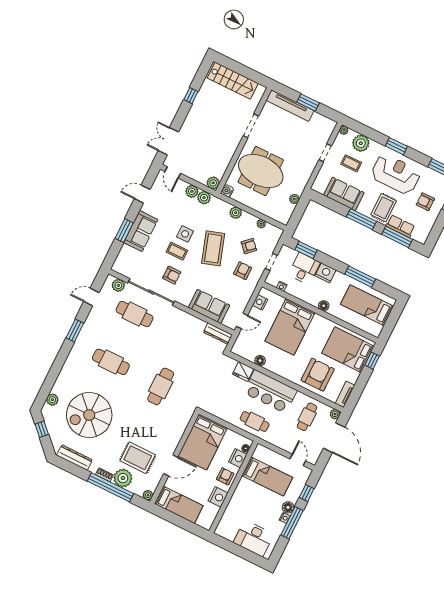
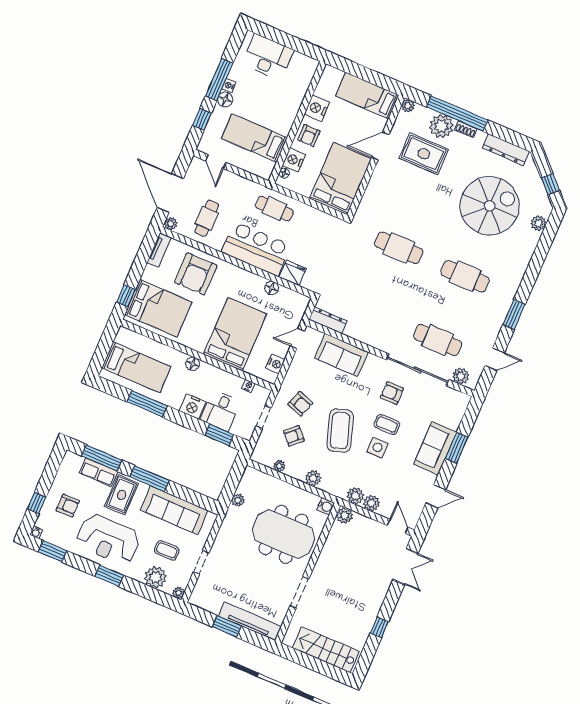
sofa: (344, 194) -> (174, 510), width x1.36
armchair: (243, 271) -> (300, 404), turned -71
cafe table: (161, 386) -> (399, 248), turned 90

